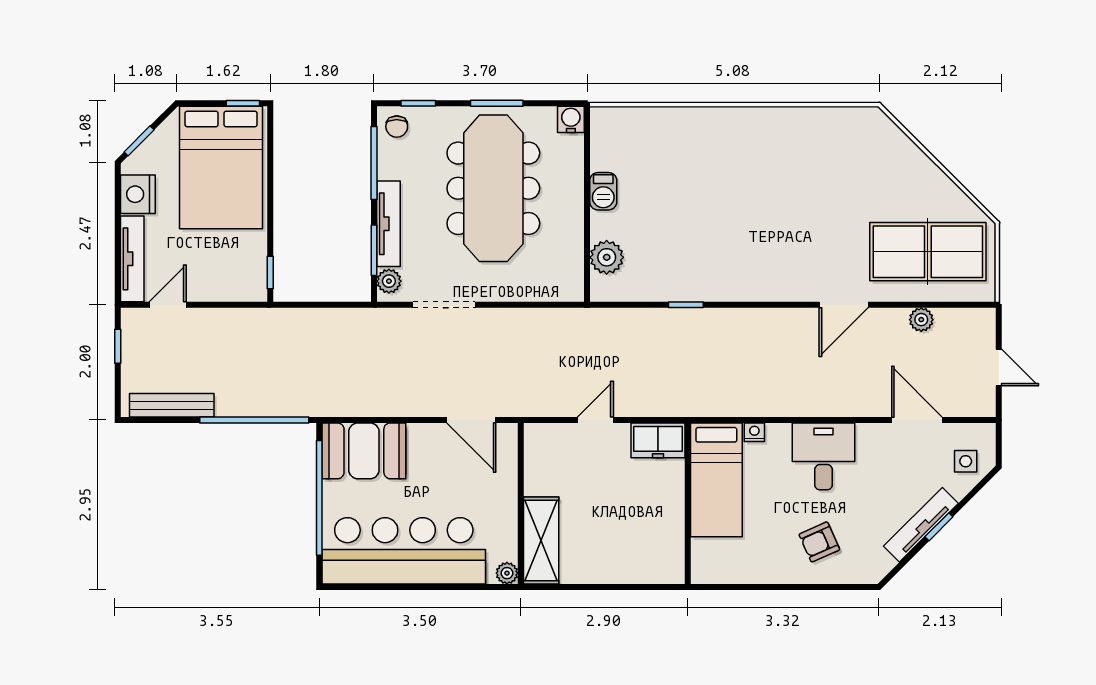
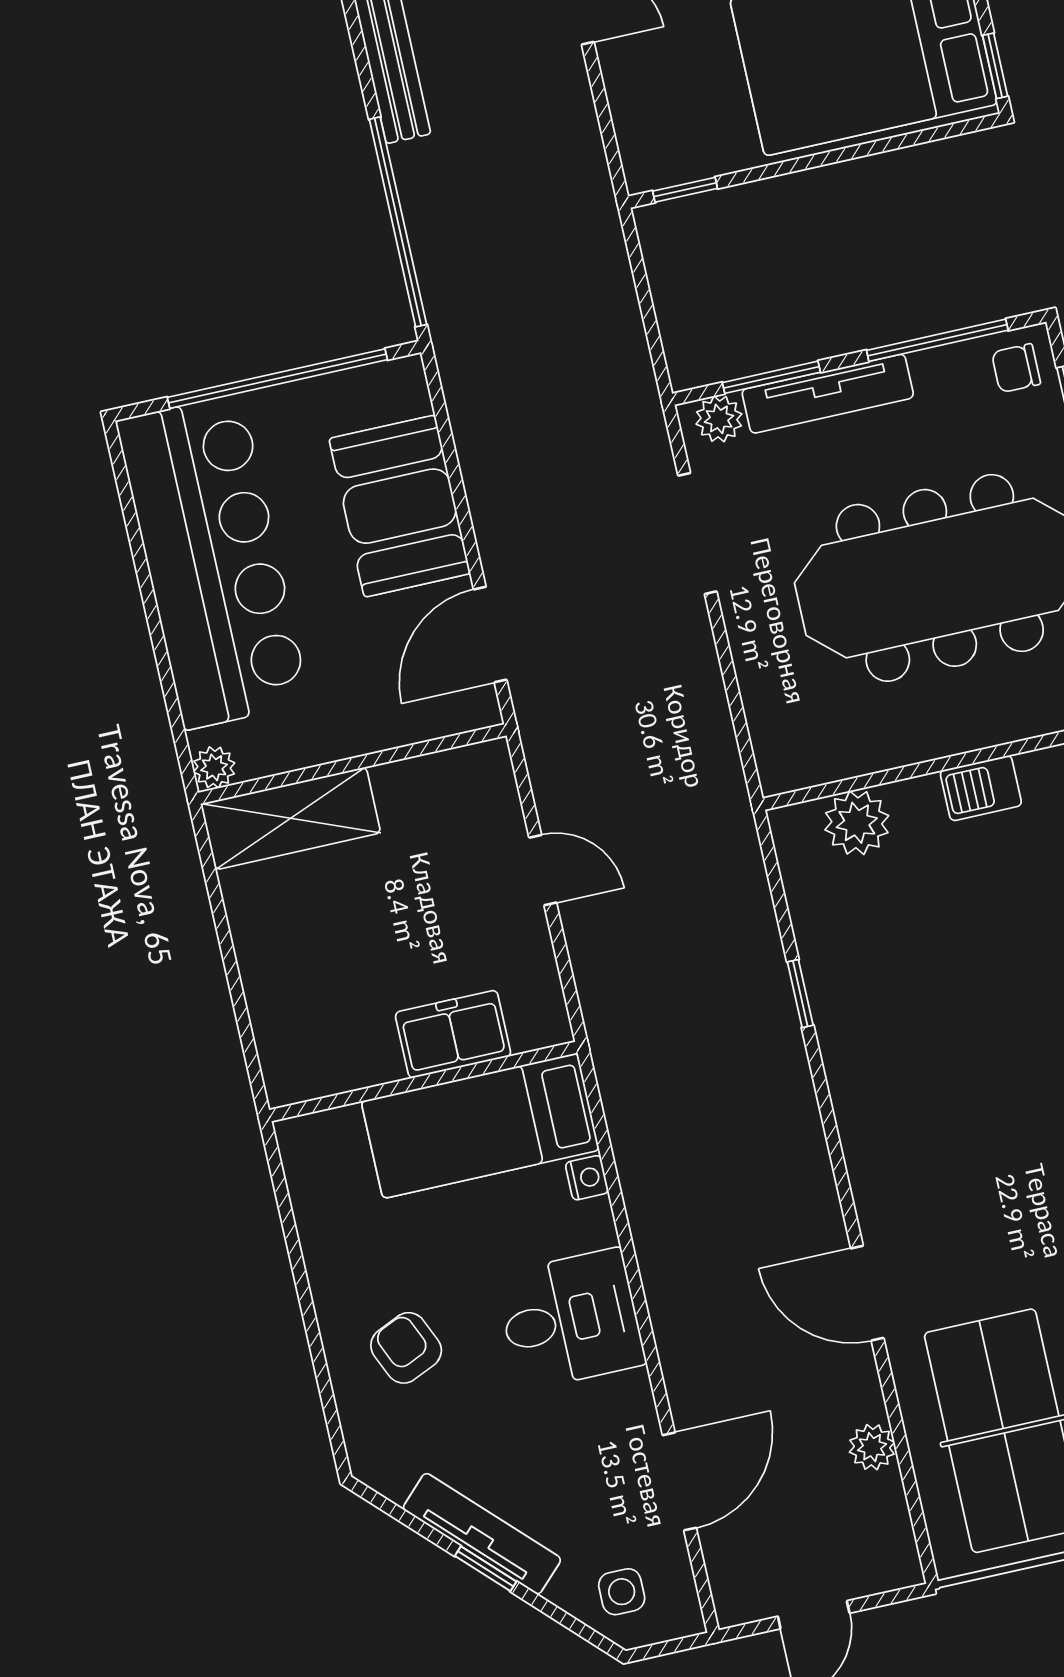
freezer: (658, 440) -> (453, 1034), moved, turned 90
booth: (364, 451) -> (400, 506), moved

